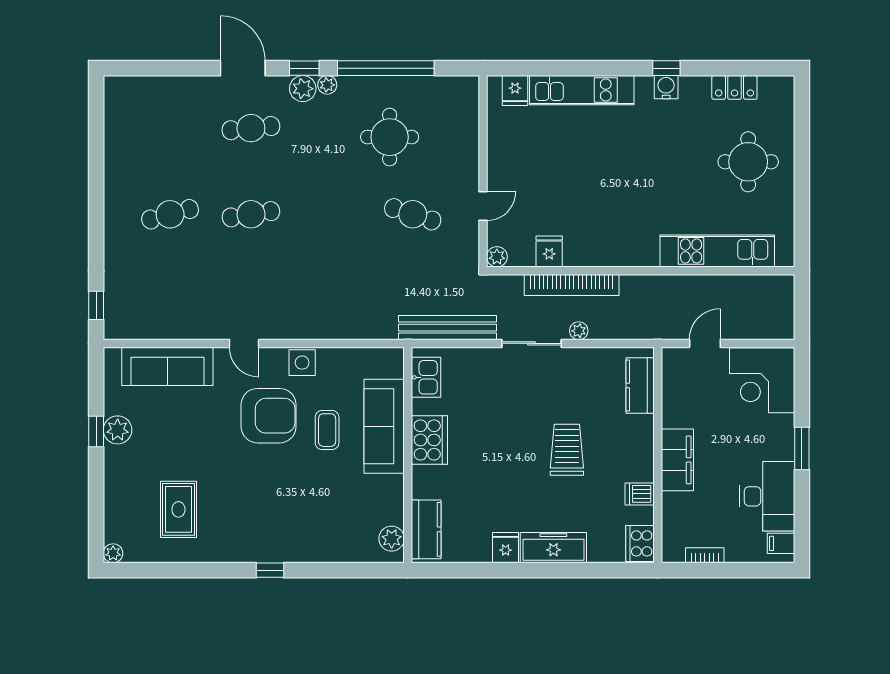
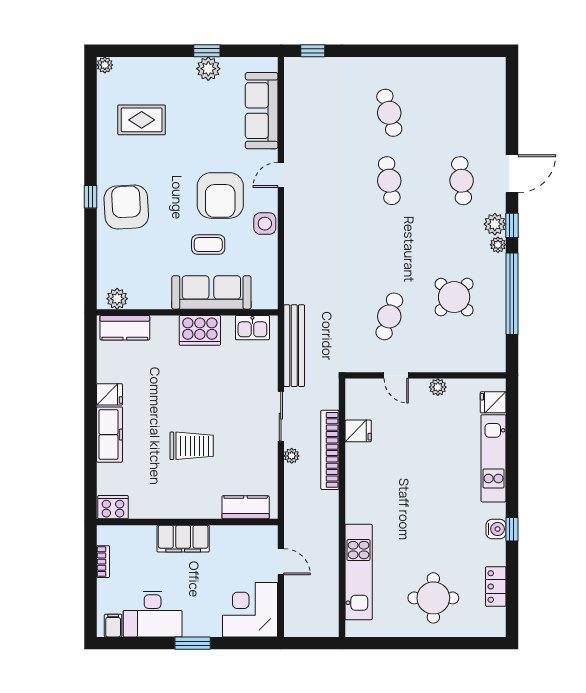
round table: (390, 137) -> (454, 297), turned 45
plant: (497, 257) -> (438, 387), moved
dishwasher: (640, 494) -> (155, 507), removed
armchair: (282, 528) -> (126, 207), added

